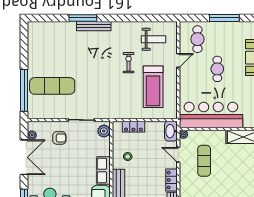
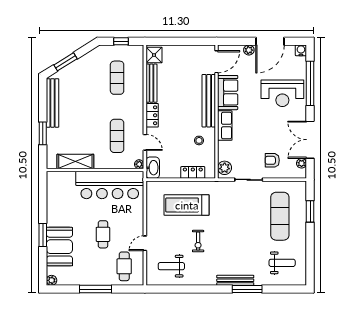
weight bench: (50, 42) -> (282, 263), added
exercise mat: (52, 86) -> (280, 216), turned 90
treadmill: (153, 87) -> (187, 205), moved, turned -90
window: (24, 90) -> (310, 211), width x0.47

